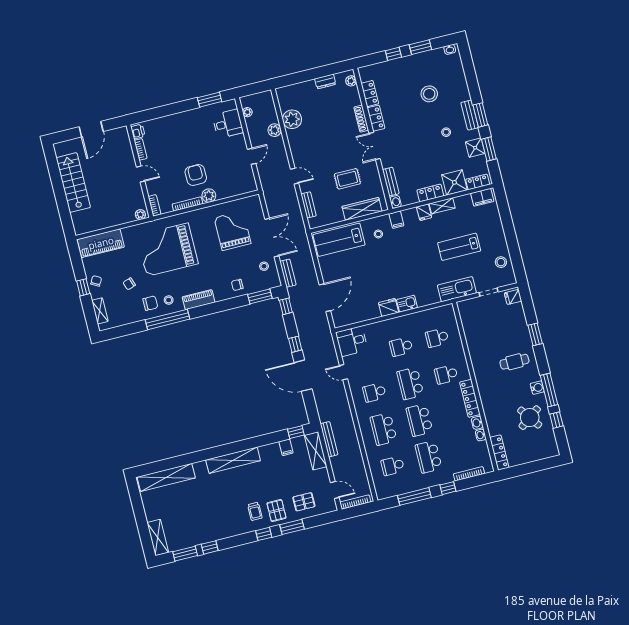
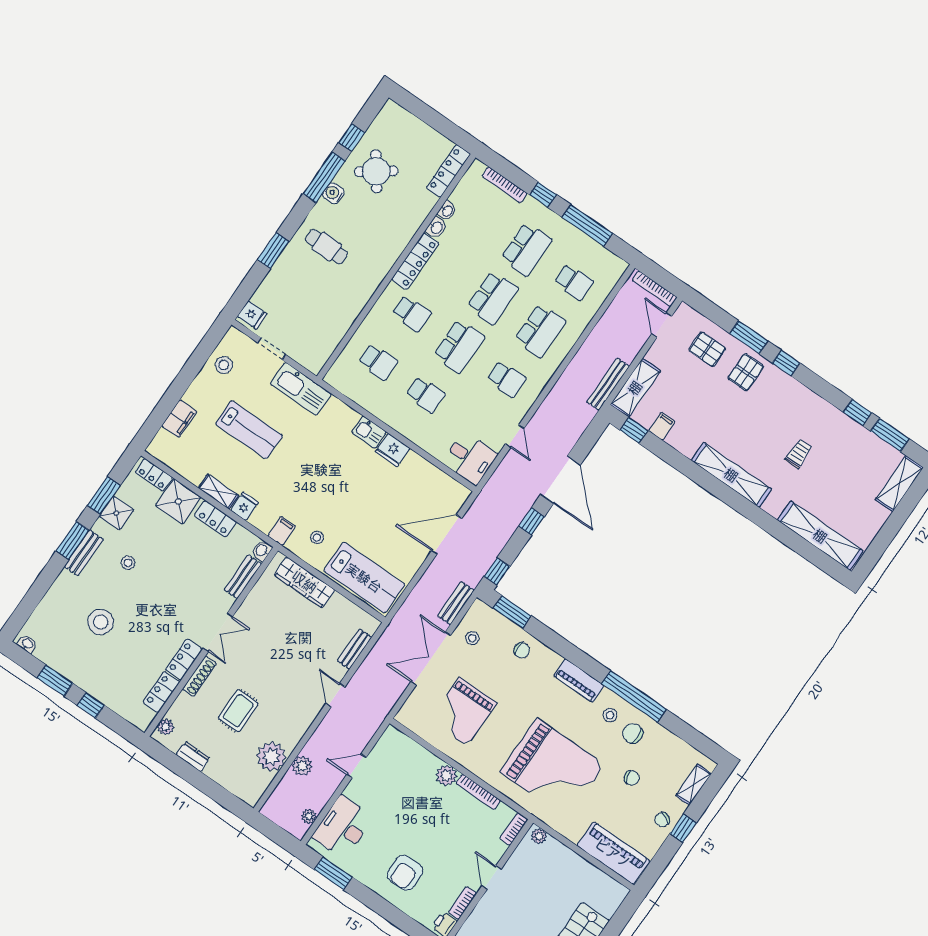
desk: (228, 124) -> (343, 827), width x1.37
armchair: (196, 175) -> (405, 873), moved
rug: (347, 179) -> (238, 711), moved, turned 90
filing cabinet: (482, 197) -> (179, 419), moved, turned 90
trolley: (255, 511) -> (799, 454), moved

